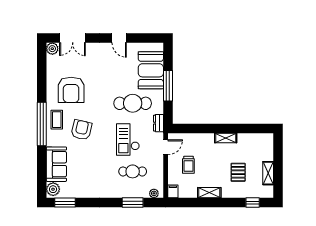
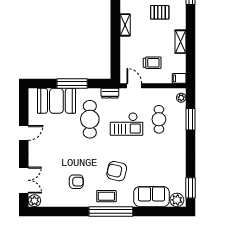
armchair: (71, 90) -> (76, 182), width x0.53, depth x0.53

